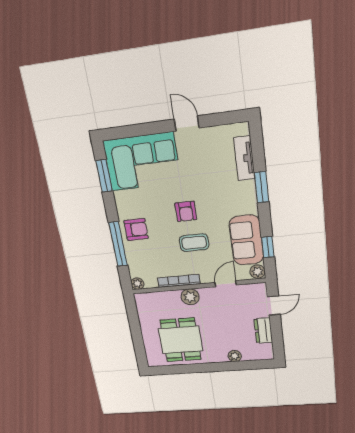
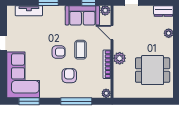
armchair: (136, 230) -> (69, 76), moved
dresser: (263, 331) -> (163, 11), moved

